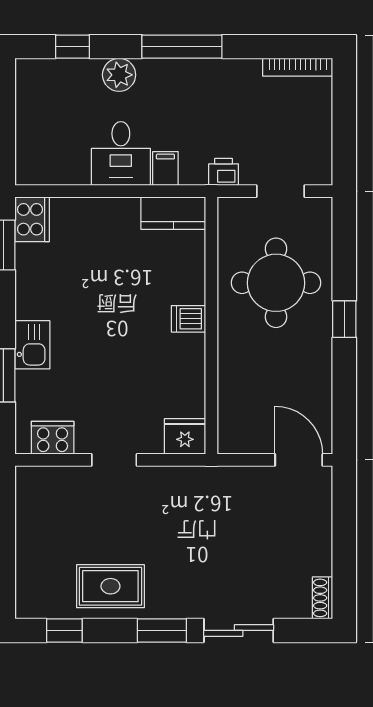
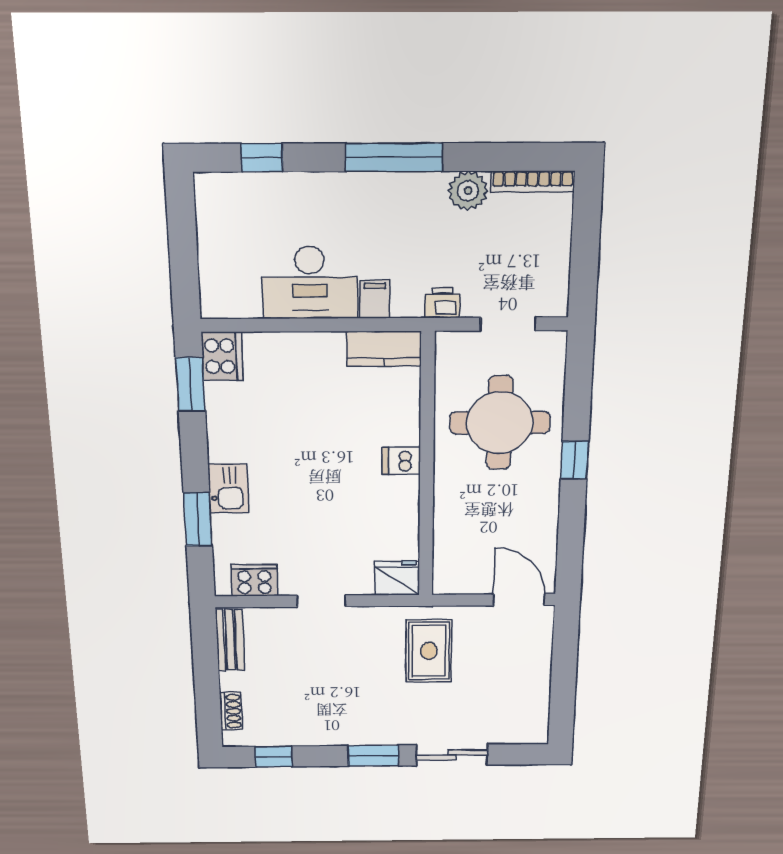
plant: (119, 75) -> (468, 191), moved
desk: (121, 154) -> (310, 283), width x1.37
bench: (27, 501) -> (230, 640), added
rug: (110, 586) -> (429, 651), moved, turned 90
shoe rack: (323, 598) -> (231, 711), moved, turned 180

